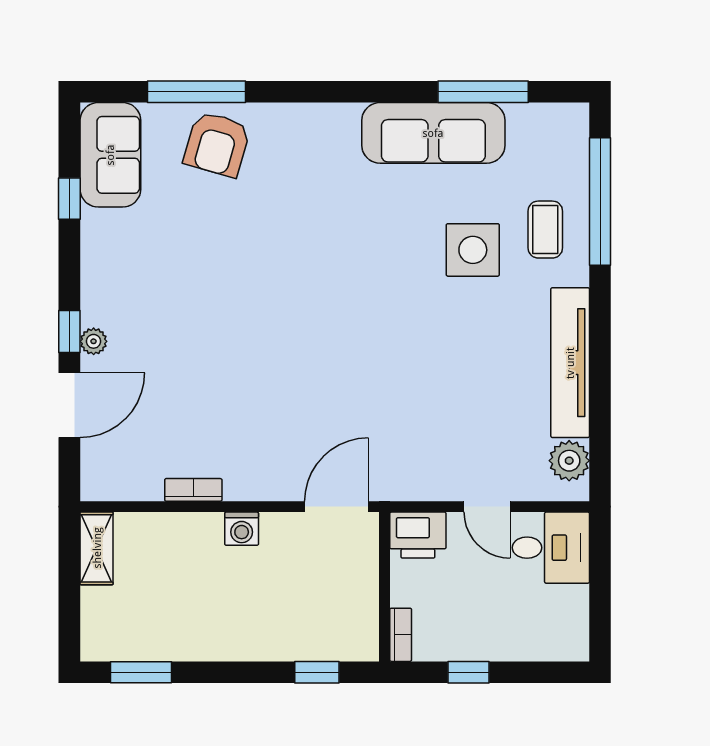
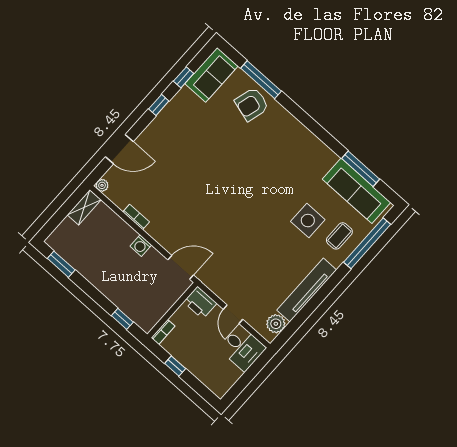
sofa: (433, 133) -> (357, 191), moved
window: (69, 331) -> (159, 105), moved
plant: (94, 341) -> (102, 185), moved

